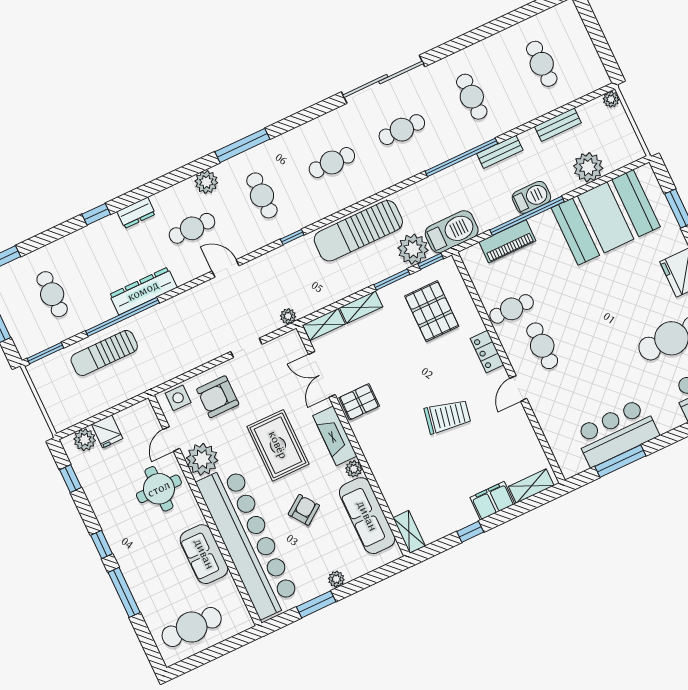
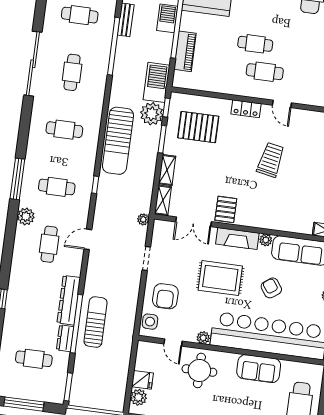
cafe table: (332, 163) -> (64, 130), turned 90
dresser: (136, 213) -> (65, 338), moved, turned 180
cafe table: (512, 309) -> (255, 44), moved, turned 90
sun lounger: (104, 353) -> (96, 322), moved, turned 180
plant: (202, 459) -> (203, 338), width x0.53, depth x0.53

